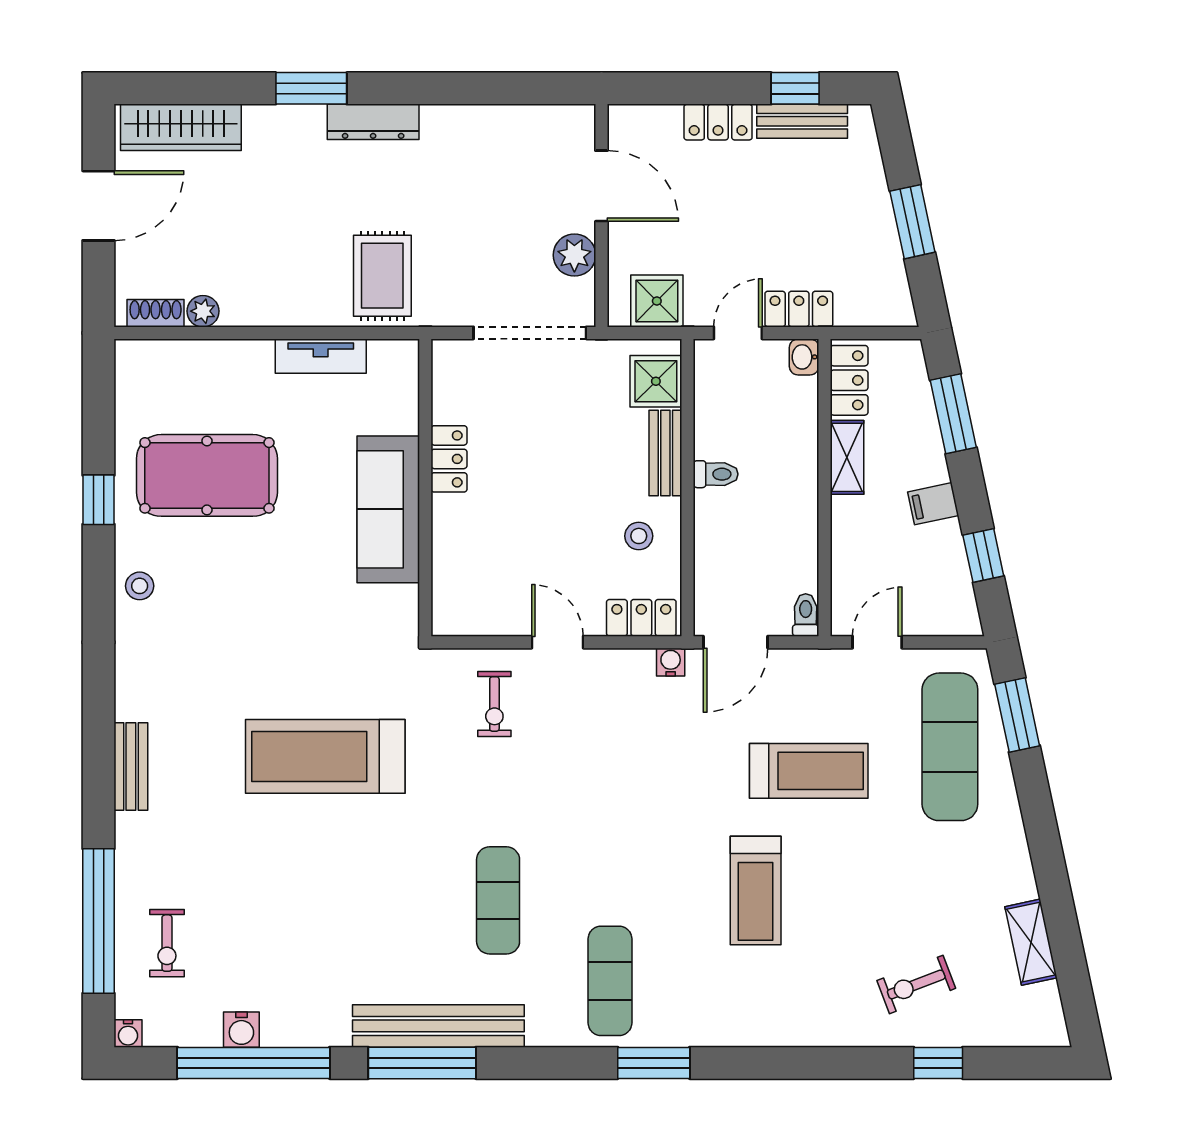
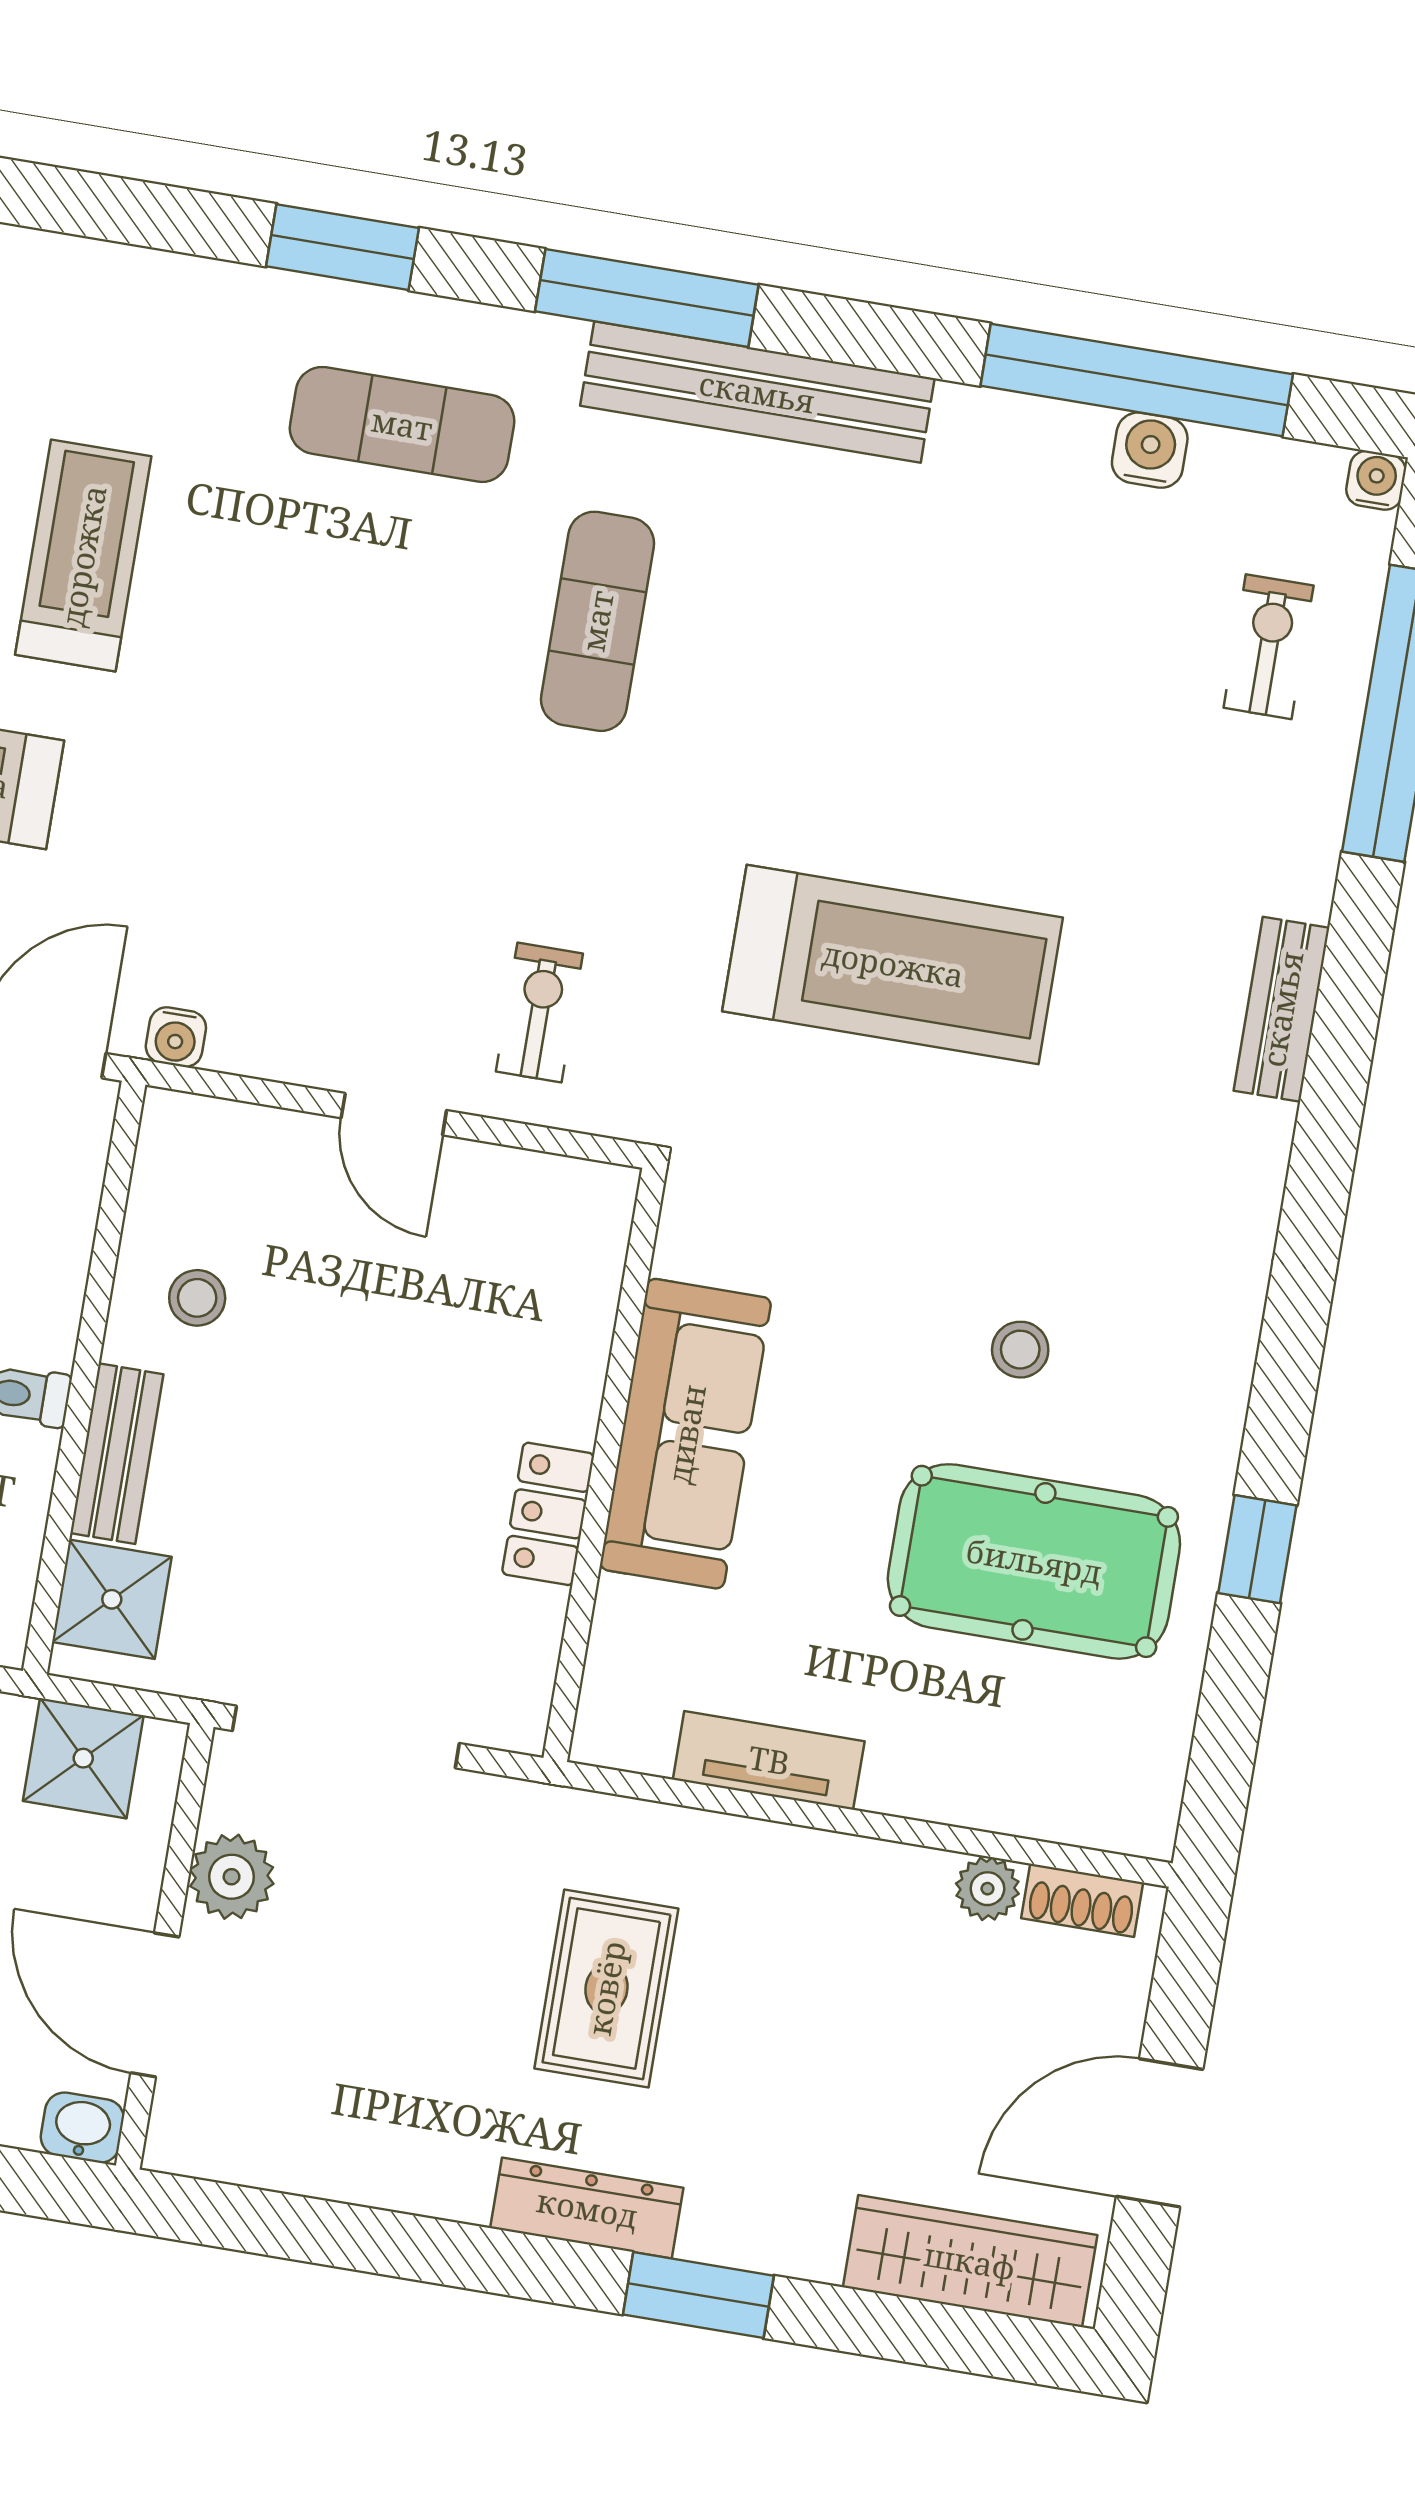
washbasin: (627, 120) -> (82, 2128), added
rug: (382, 276) -> (606, 1988), moved
stool: (140, 586) -> (1020, 1350), moved
locker: (641, 618) -> (219, 1135), removed
exercise mat: (610, 981) -> (402, 424), turned 90
window: (422, 1063) -> (647, 298), moved

